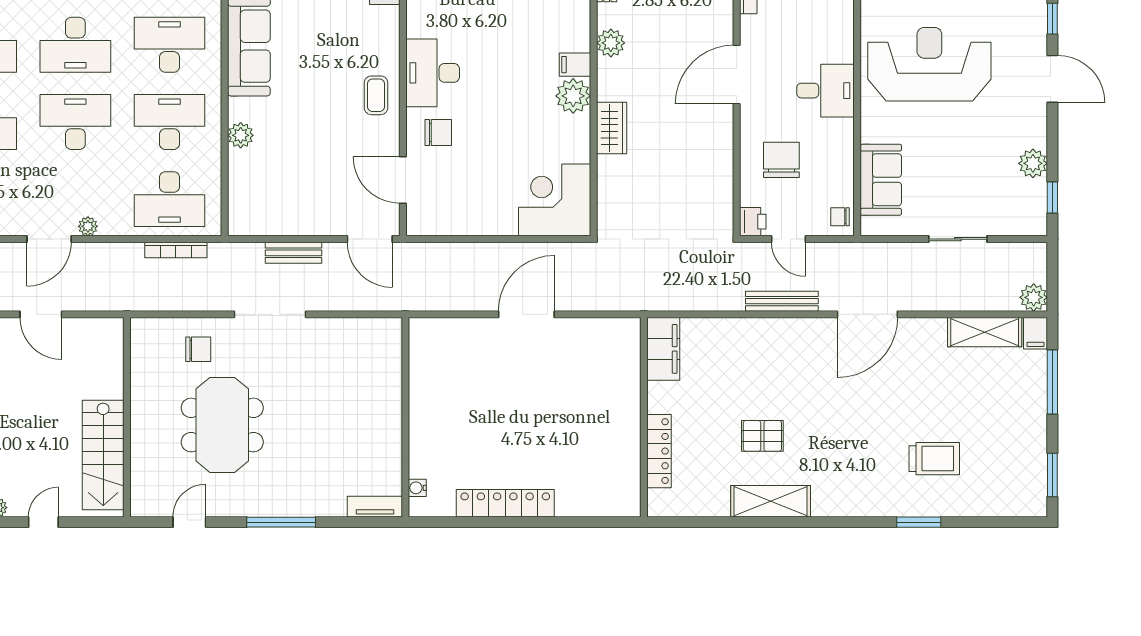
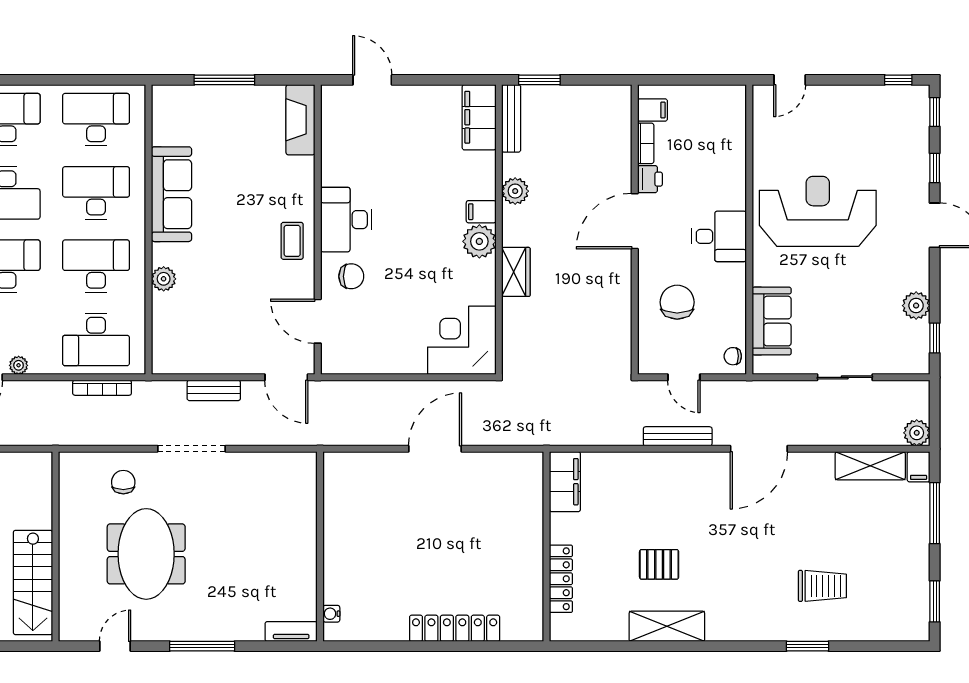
printer: (753, 222) -> (650, 179), moved
chair: (198, 349) -> (123, 482), turned -90
locker: (505, 503) -> (455, 628), moved

